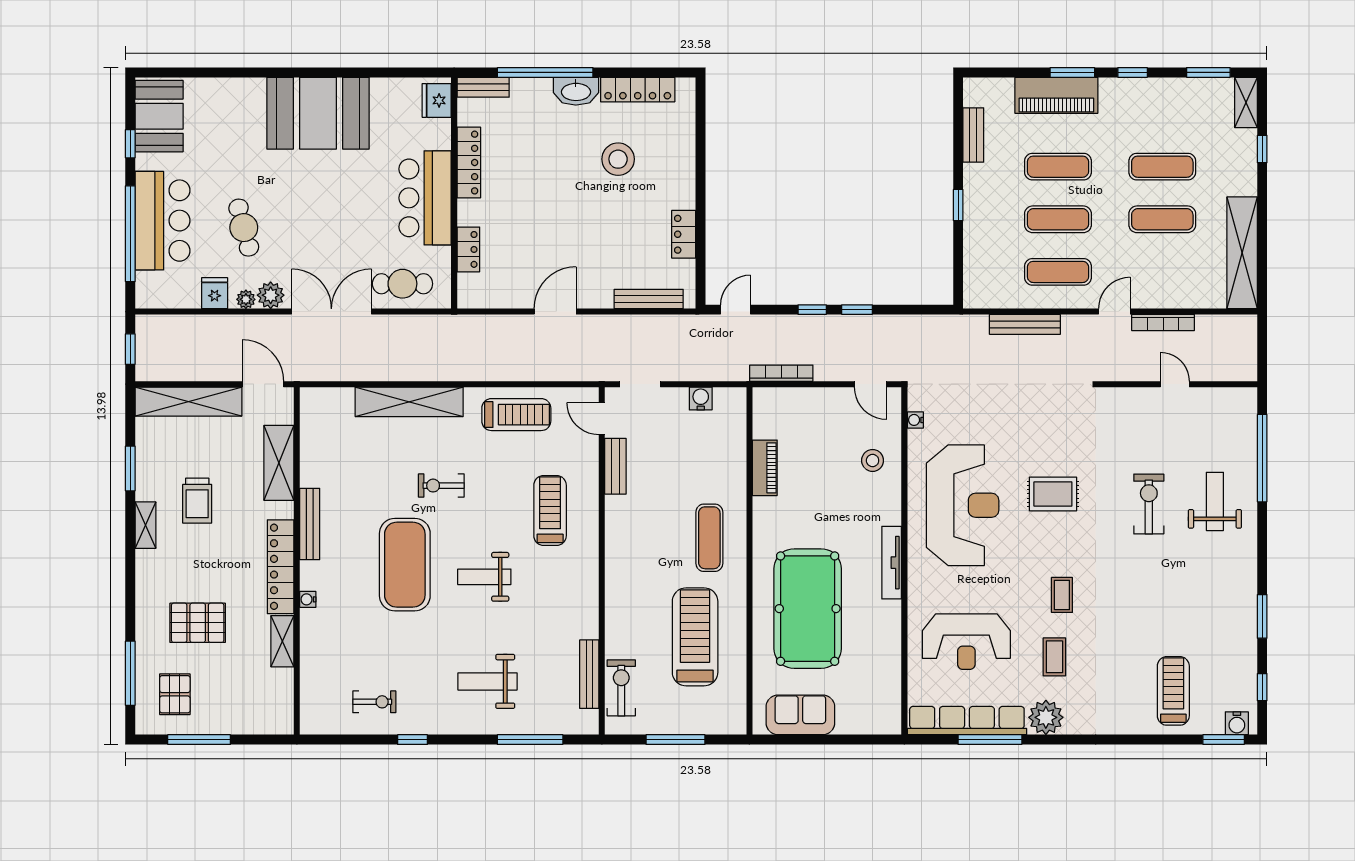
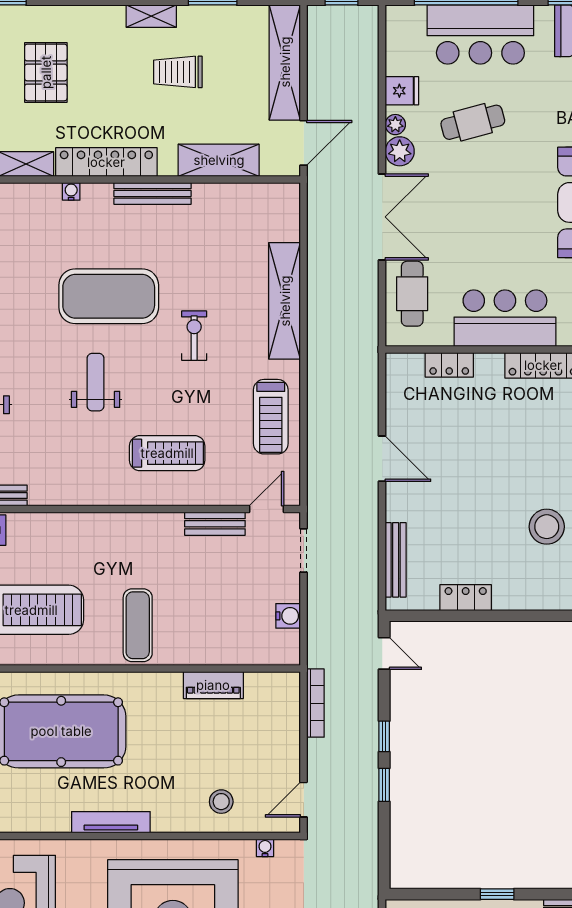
exercise mat: (709, 538) -> (138, 625), turned 90

